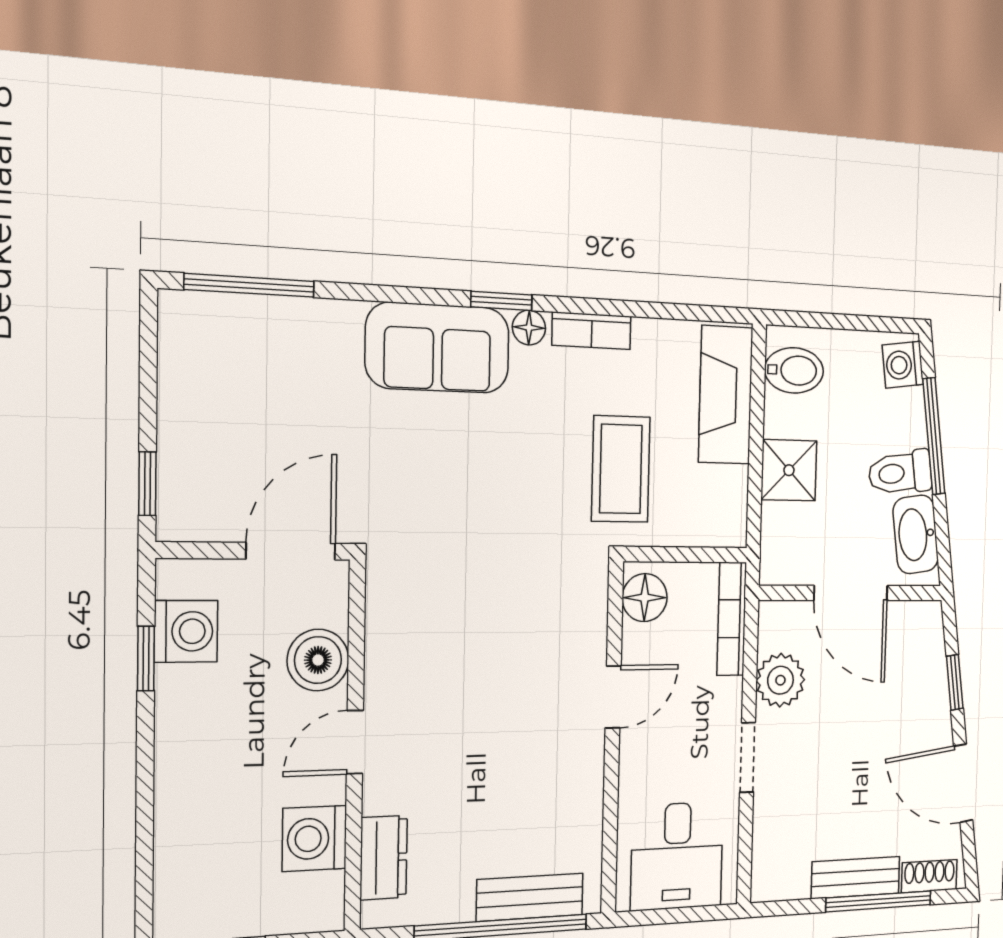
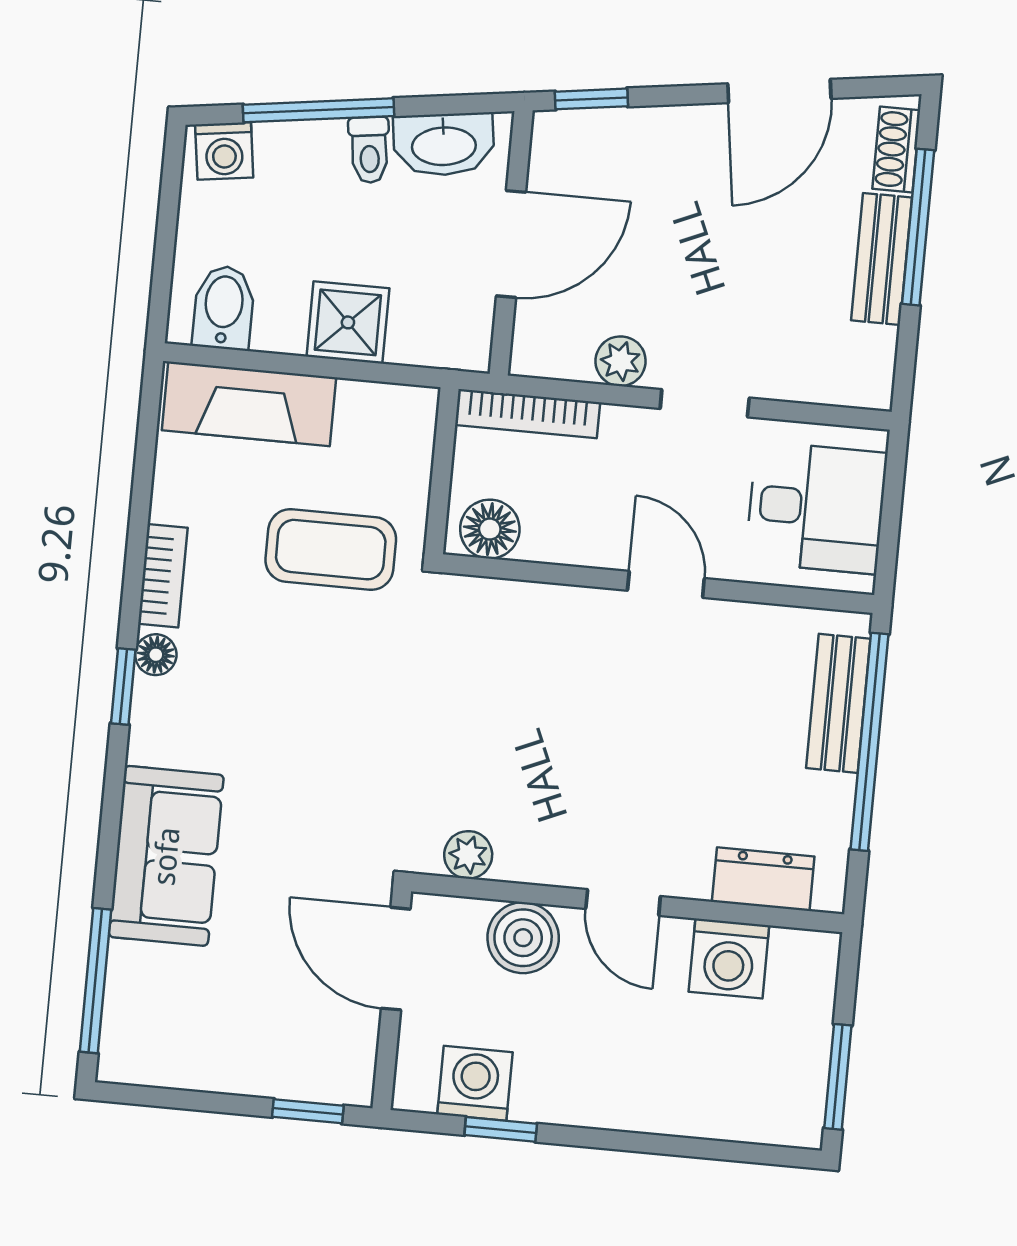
sofa: (438, 348) -> (166, 856), moved
toilet: (900, 473) -> (369, 150), width x0.73, depth x0.72
plant: (385, 606) -> (468, 855), added
plant: (780, 680) -> (621, 361), width x0.73, depth x0.73
window: (955, 682) -> (591, 99), moved
door: (613, 697) -> (666, 584), moved

